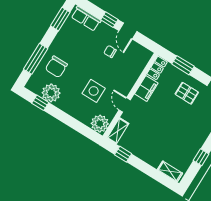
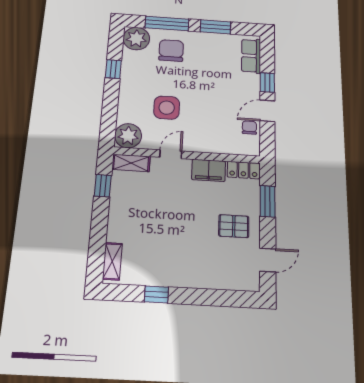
window: (60, 19) -> (215, 27), moved
chair: (110, 52) -> (249, 128), moved
chair: (56, 67) -> (171, 50), turned 90
plant: (51, 93) -> (136, 39), moved
pallet: (187, 93) -> (234, 226), turned 90
window: (40, 103) -> (113, 69), moved

